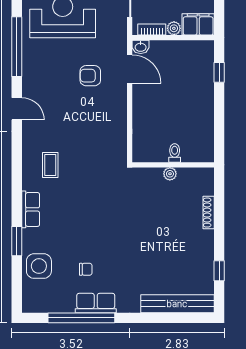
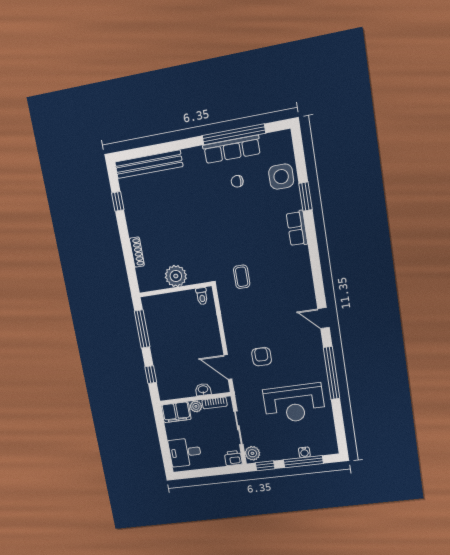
washbasin: (141, 47) -> (203, 390), moved
armchair: (90, 76) -> (262, 357), turned -90
window: (219, 126) -> (142, 329), added
toilet: (175, 153) -> (202, 296), moved
coffee table: (50, 165) -> (242, 277), moved
plant: (170, 174) -> (176, 276), width x1.88, depth x1.88
row of seats: (96, 303) -> (232, 149), width x1.48

